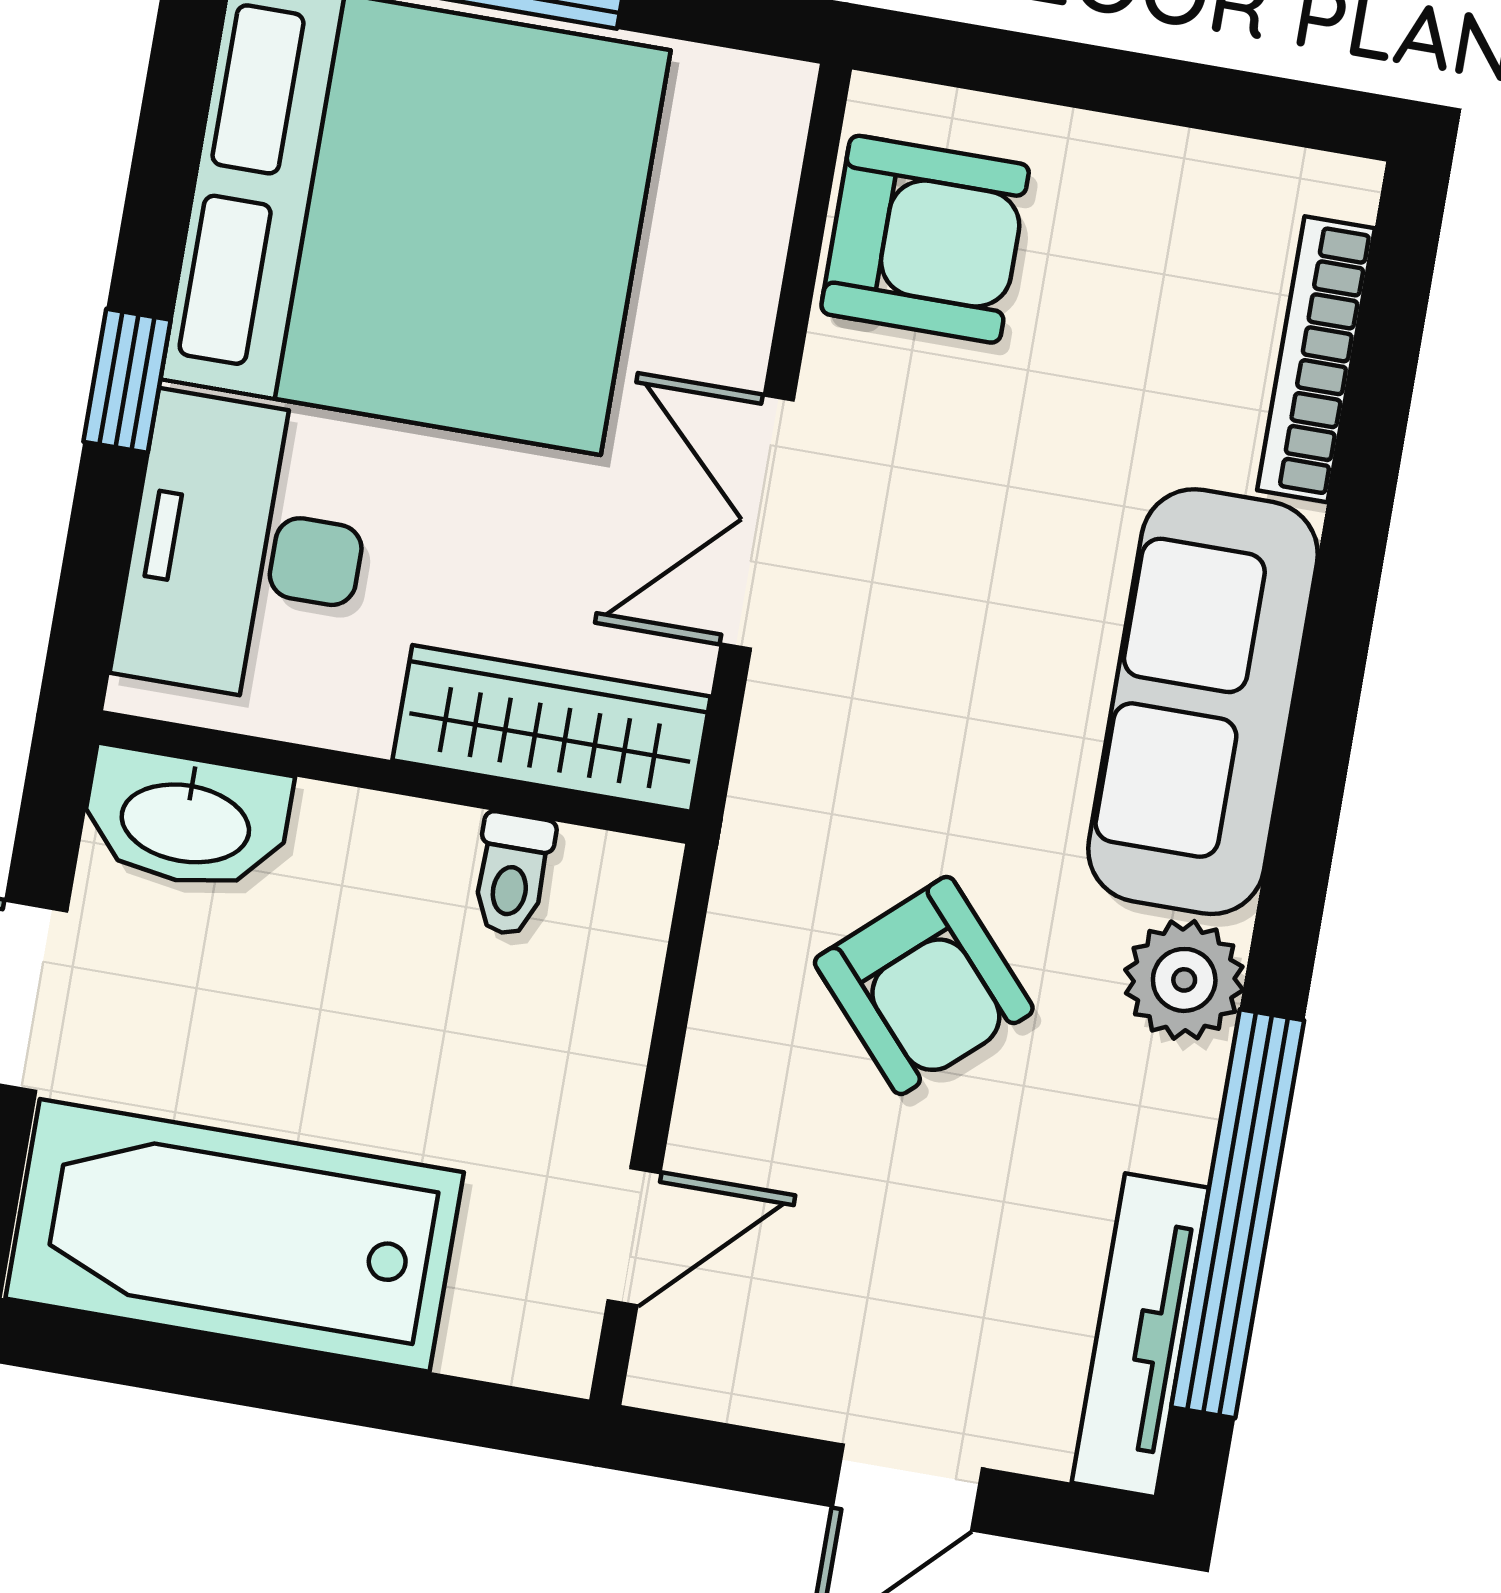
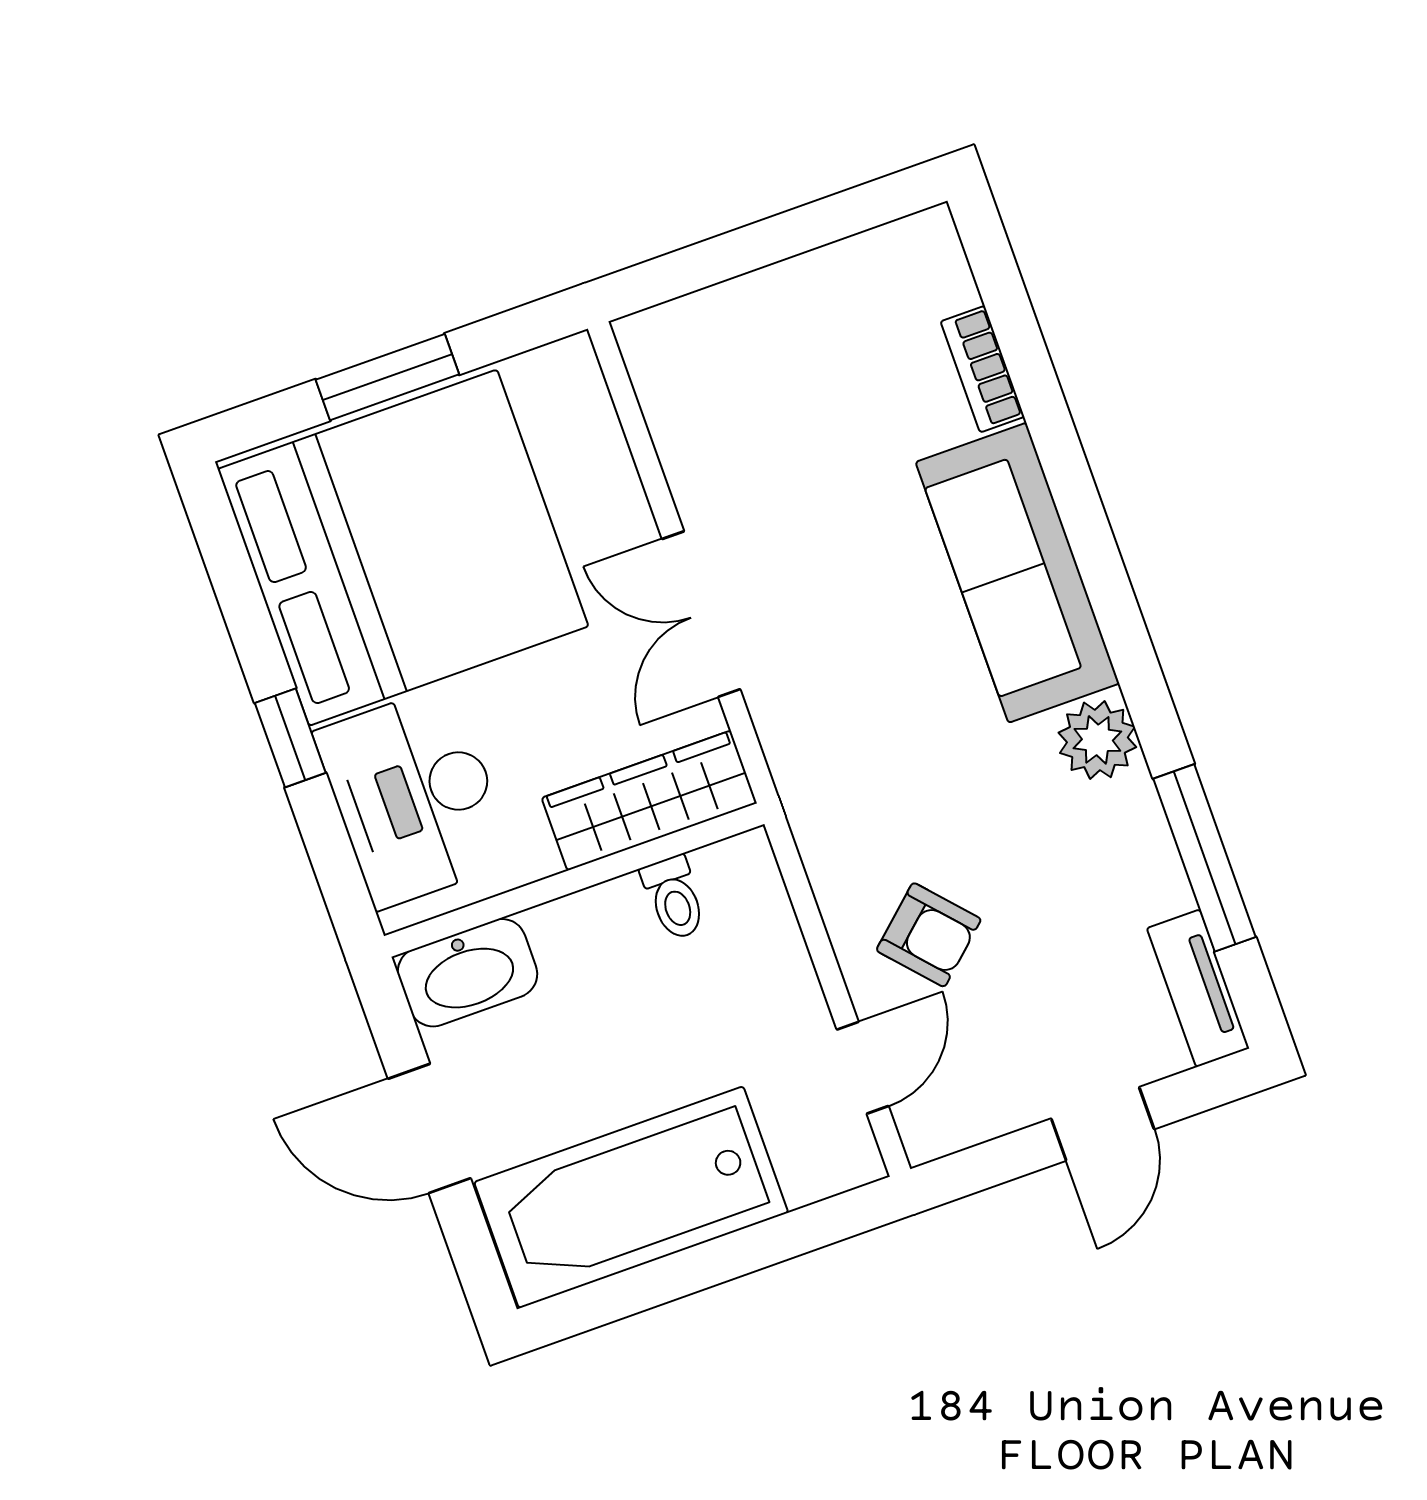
armchair: (925, 239) -> (706, 396), removed
bookcase: (1316, 359) -> (982, 369), width x0.64
armchair: (924, 985) -> (929, 935), moved, width x0.72, depth x0.72
window: (1238, 1214) -> (1205, 858), width x0.68
tv unit: (1140, 1335) -> (1198, 988), width x0.71

